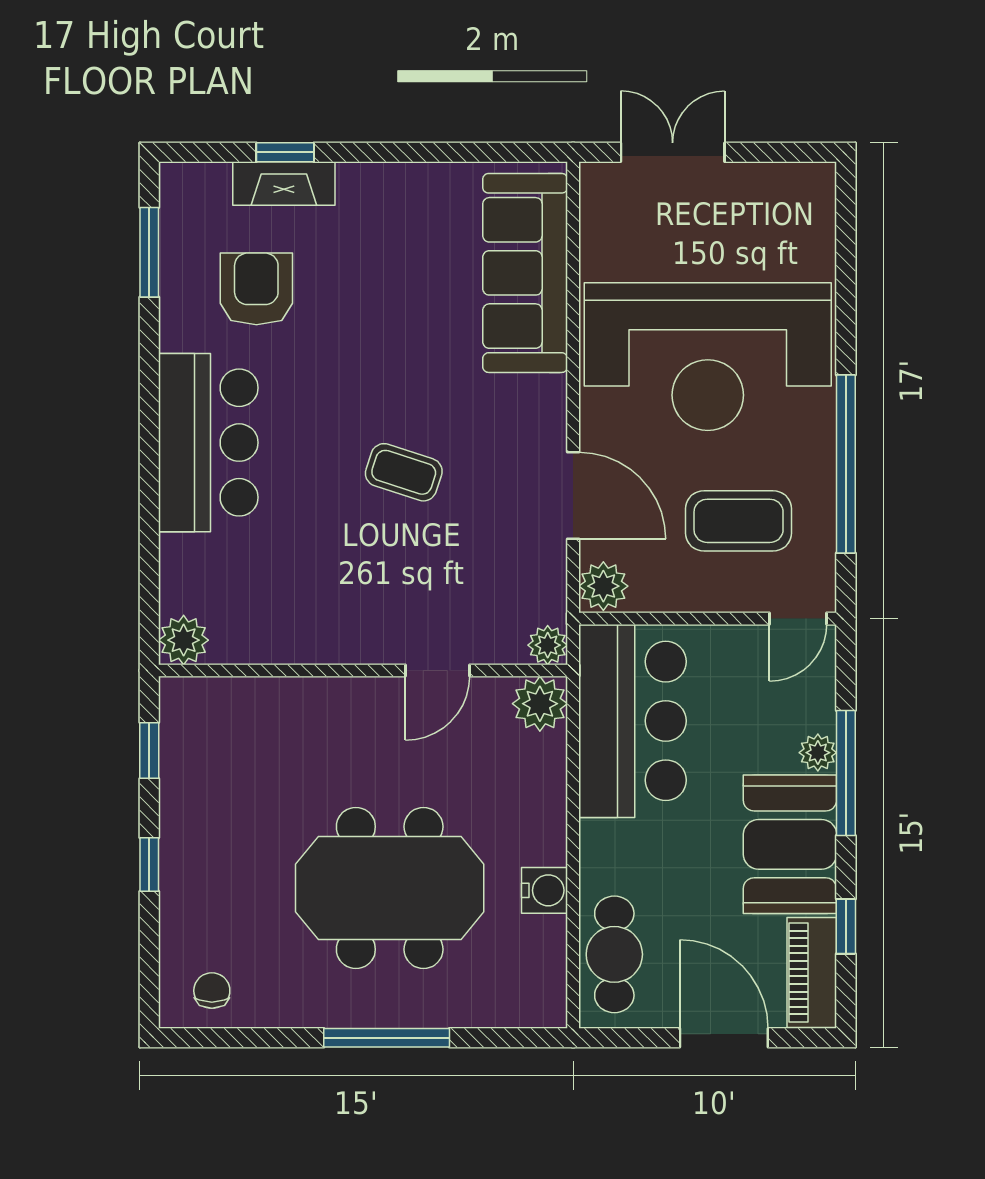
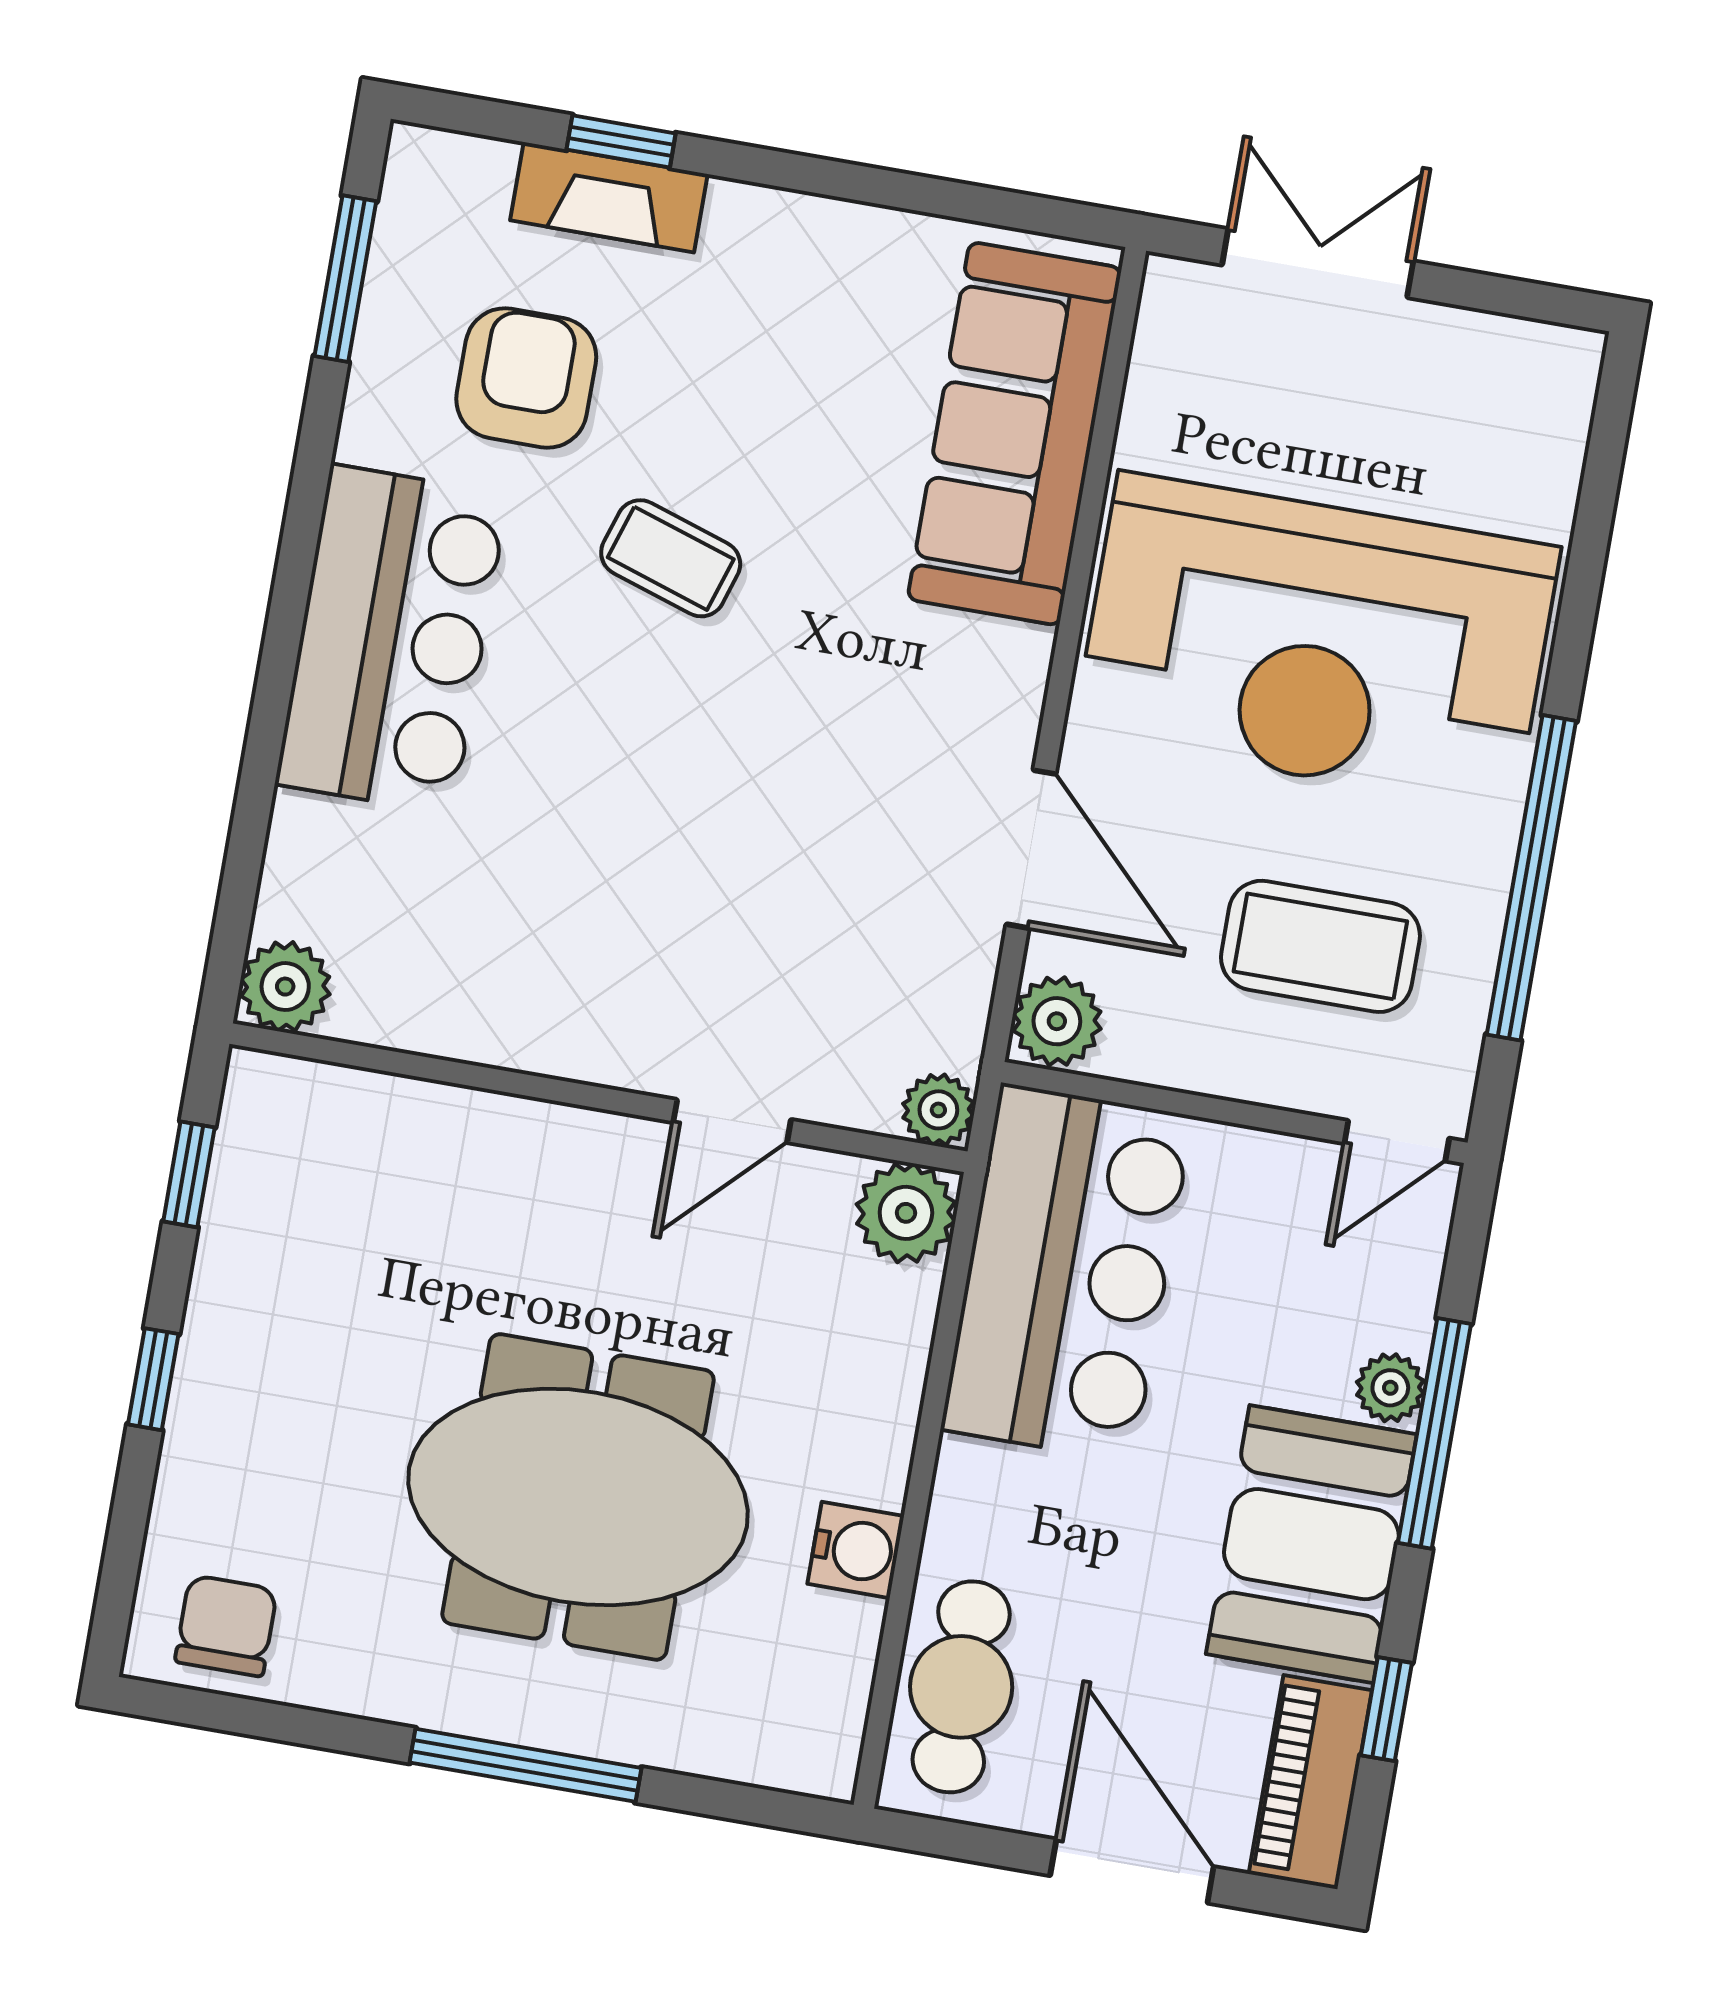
coffee table: (404, 472) -> (671, 558), moved
chair: (212, 991) -> (226, 1626), width x1.37, depth x1.37

